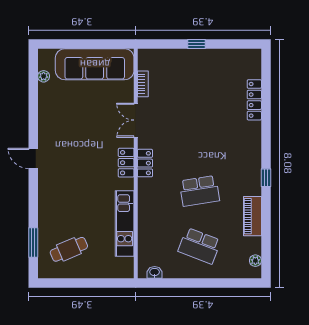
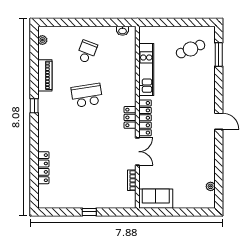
sofa: (95, 64) -> (156, 199), width x0.54, depth x0.79
locker: (126, 163) -> (145, 118), width x1.53
school desk: (199, 246) -> (87, 52), width x0.54

